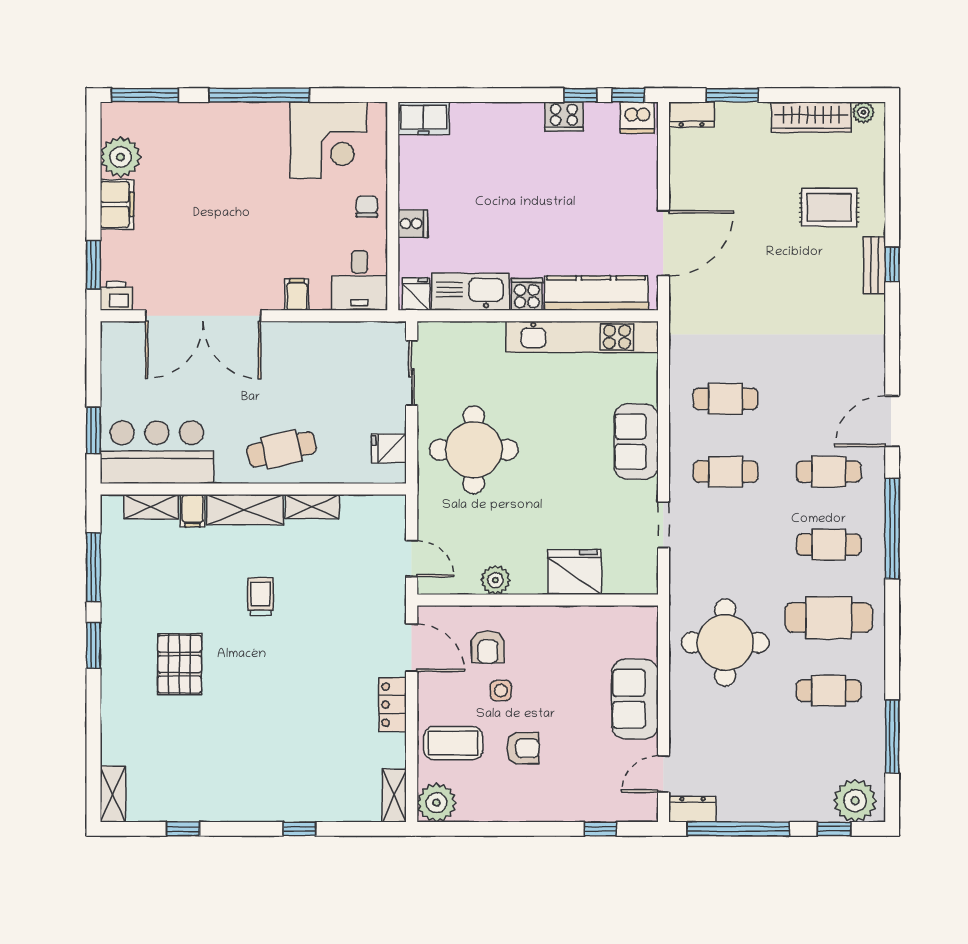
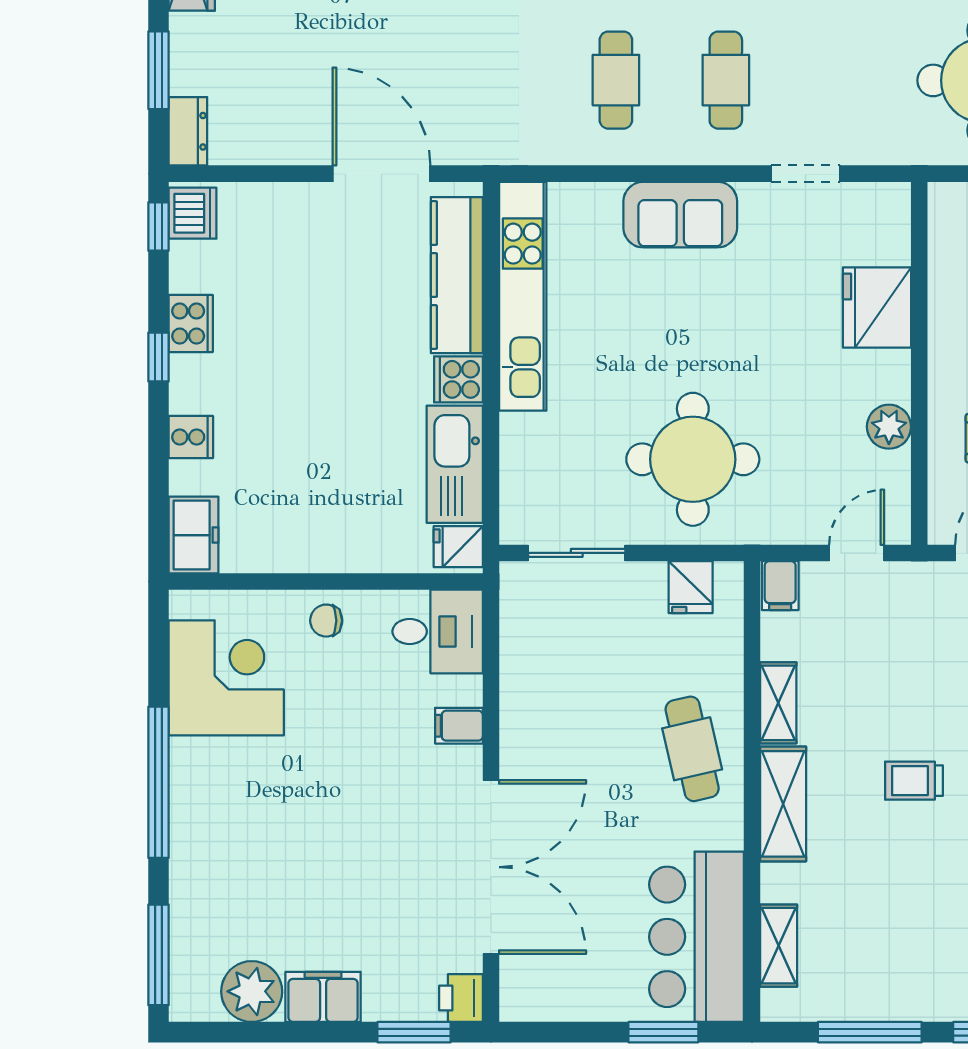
window: (580, 95) -> (159, 357), moved
cooker: (413, 224) -> (191, 437), moved, turned 90
filing cabinet: (193, 511) -> (780, 586), moved, turned 90

